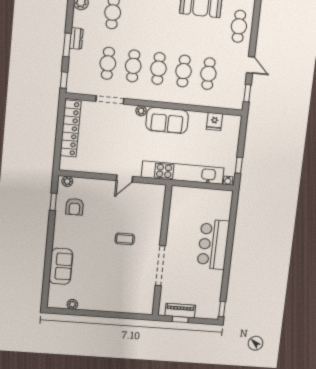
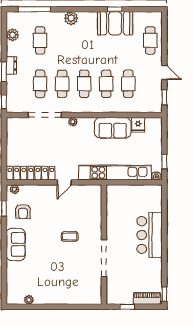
doorway: (110, 100) -> (45, 115), width x1.36
sofa: (167, 120) -> (113, 128), moved
locker: (70, 128) -> (31, 173), moved, turned -90
sofa: (61, 266) -> (16, 244), moved
piano: (180, 311) -> (147, 298), moved

